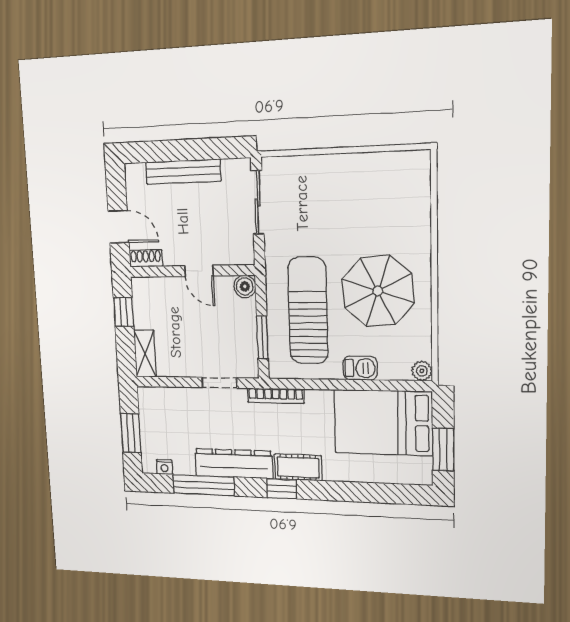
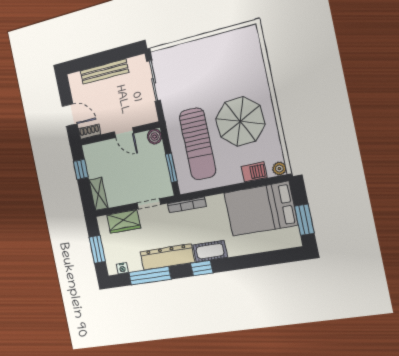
sun lounger: (308, 311) -> (198, 144), turned 180
barbecue: (360, 368) -> (254, 172), moved
wardrobe: (177, 401) -> (124, 221), added

